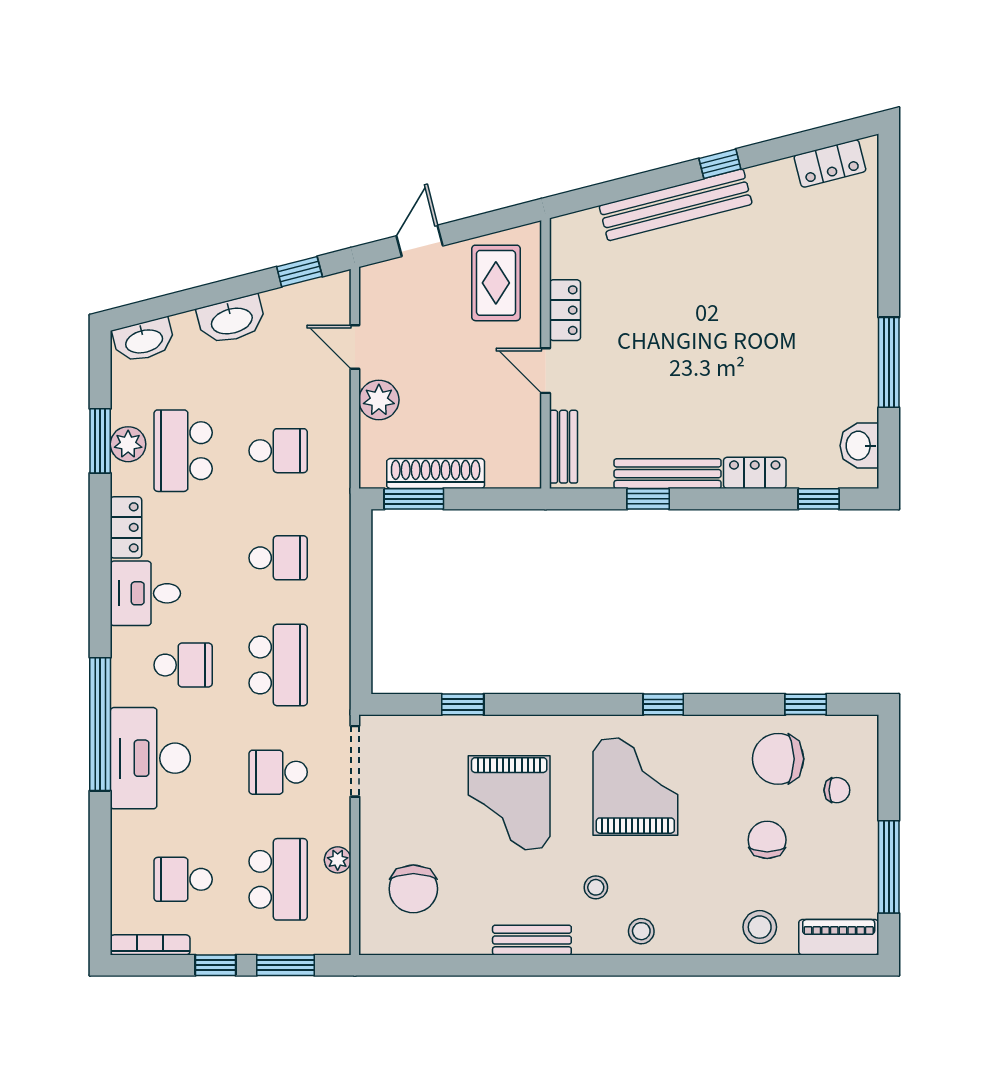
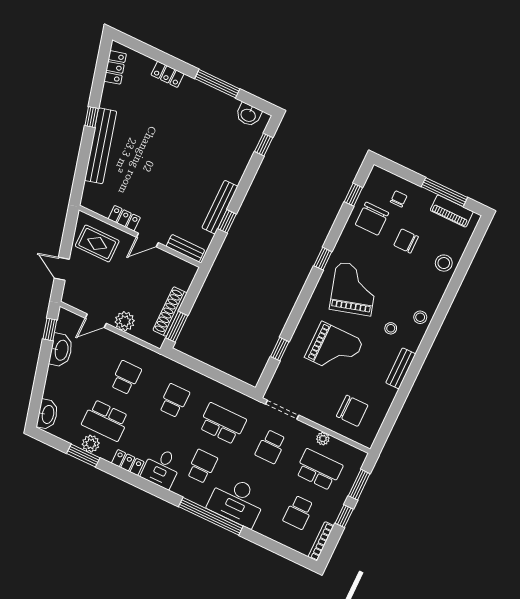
washbasin: (232, 320) -> (61, 350), moved
locker: (755, 473) -> (168, 74), moved, turned -90
grand piano: (635, 787) -> (354, 289), turned 74
piano: (839, 937) -> (452, 211), moved, turned -90

